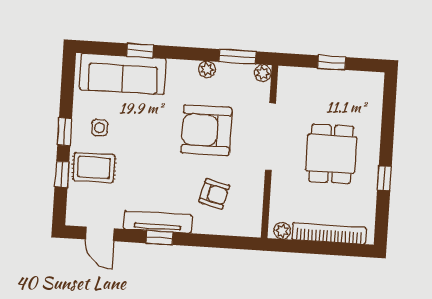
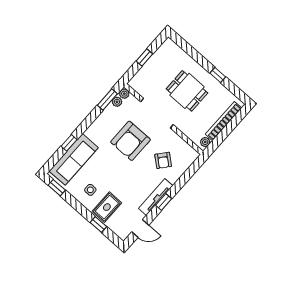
plant: (207, 69) -> (117, 102), moved
window: (65, 132) -> (57, 188), moved
armchair: (214, 194) -> (163, 160), turned 116

